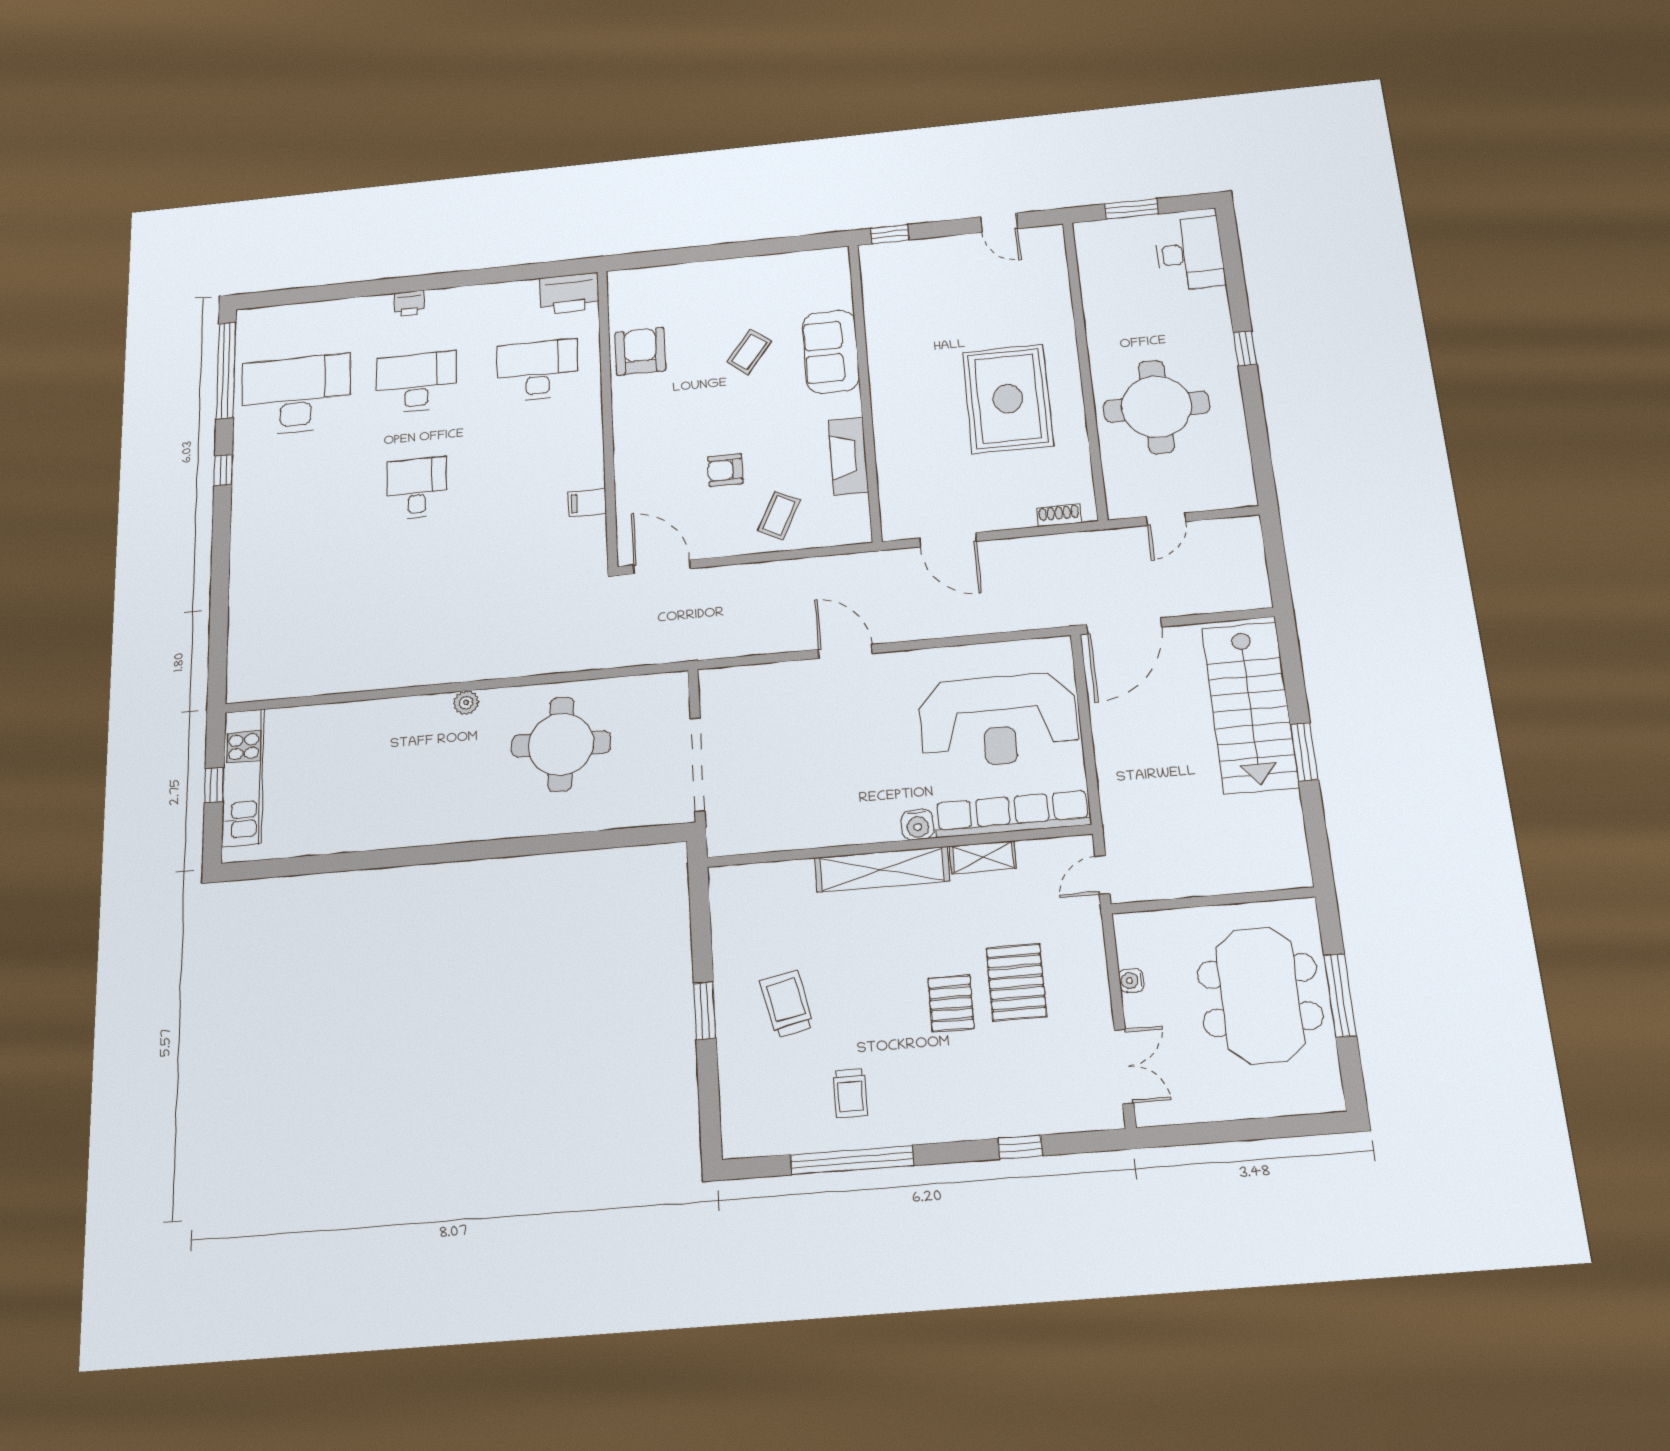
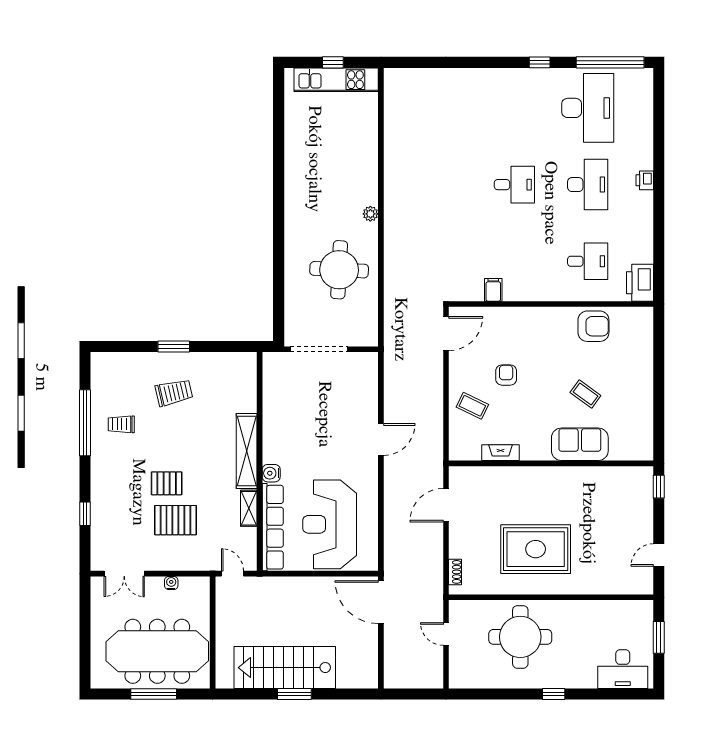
desk: (537, 370) -> (588, 261), width x0.73
fireplace: (848, 456) -> (500, 453), width x0.73, depth x0.76
stairs: (1250, 707) -> (285, 668), moved
meeting table: (1260, 995) -> (157, 651), width x1.36

